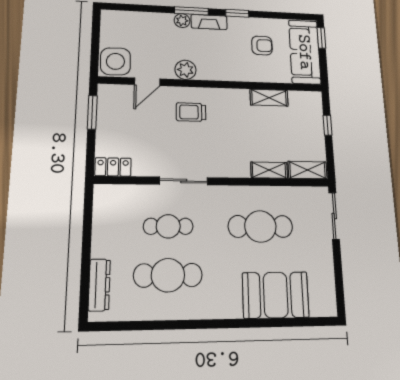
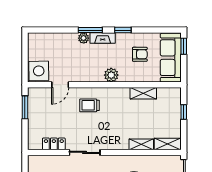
plant: (185, 70) -> (111, 75), moved
locker: (113, 167) -> (54, 144), moved

